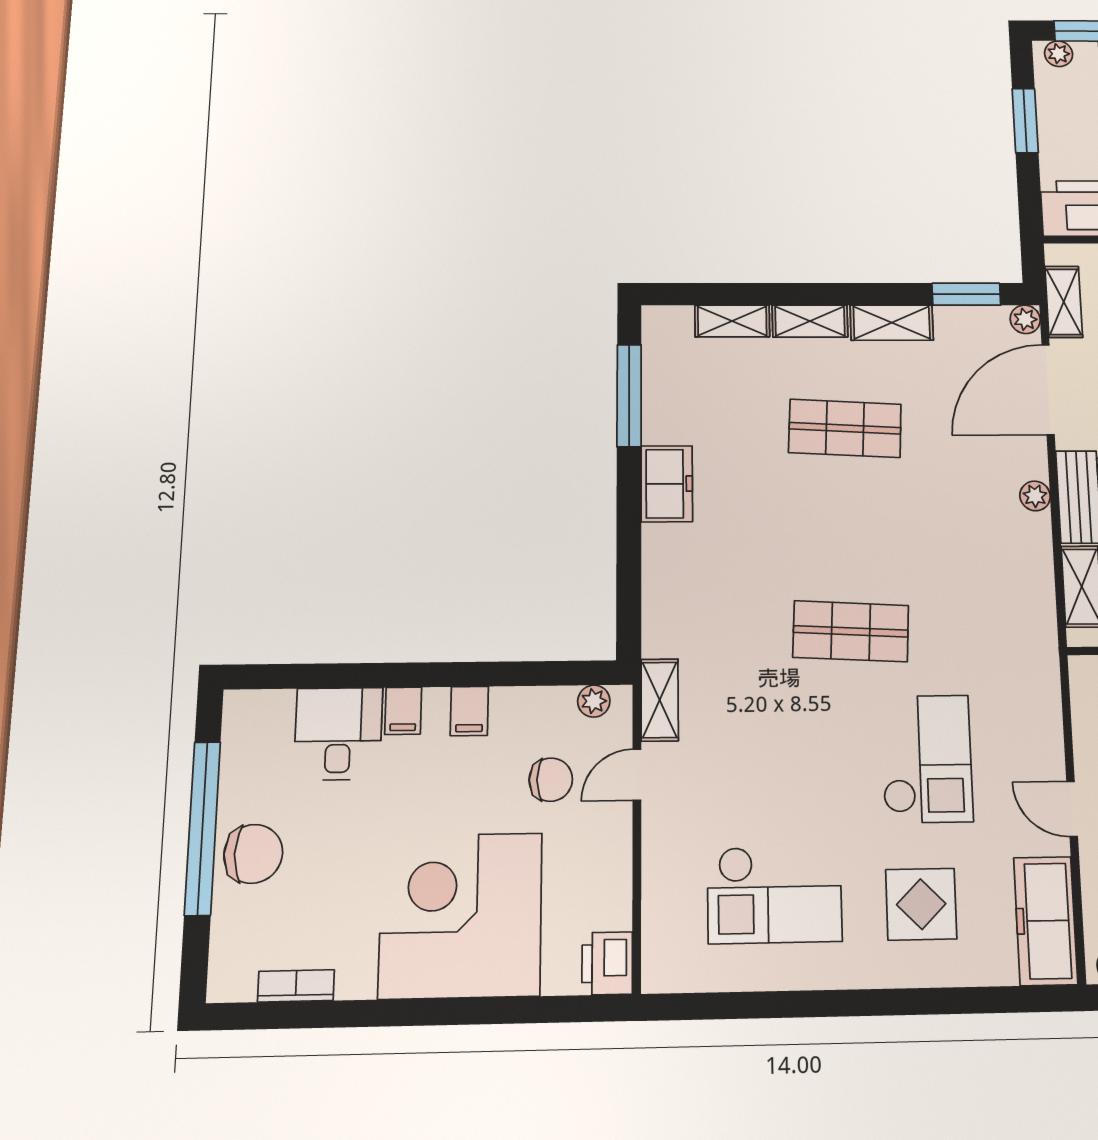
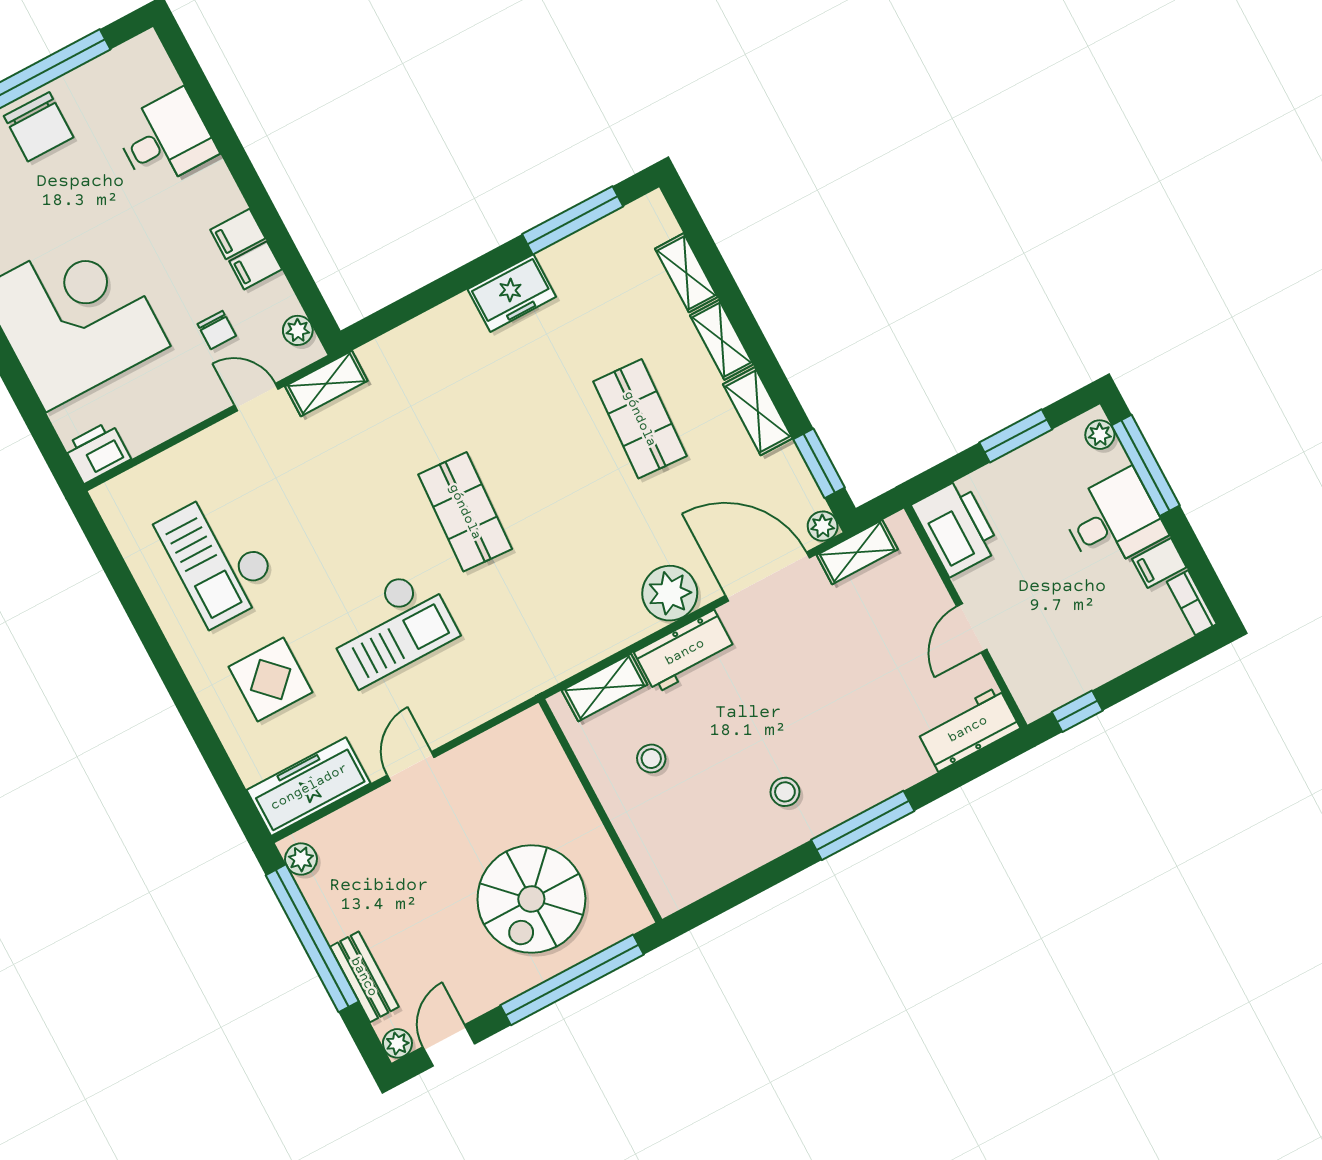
plant: (1035, 496) -> (670, 593), width x1.88, depth x1.88
filing cabinet: (403, 711) -> (256, 265), moved
chair: (551, 780) -> (217, 330), width x0.73, depth x0.73

